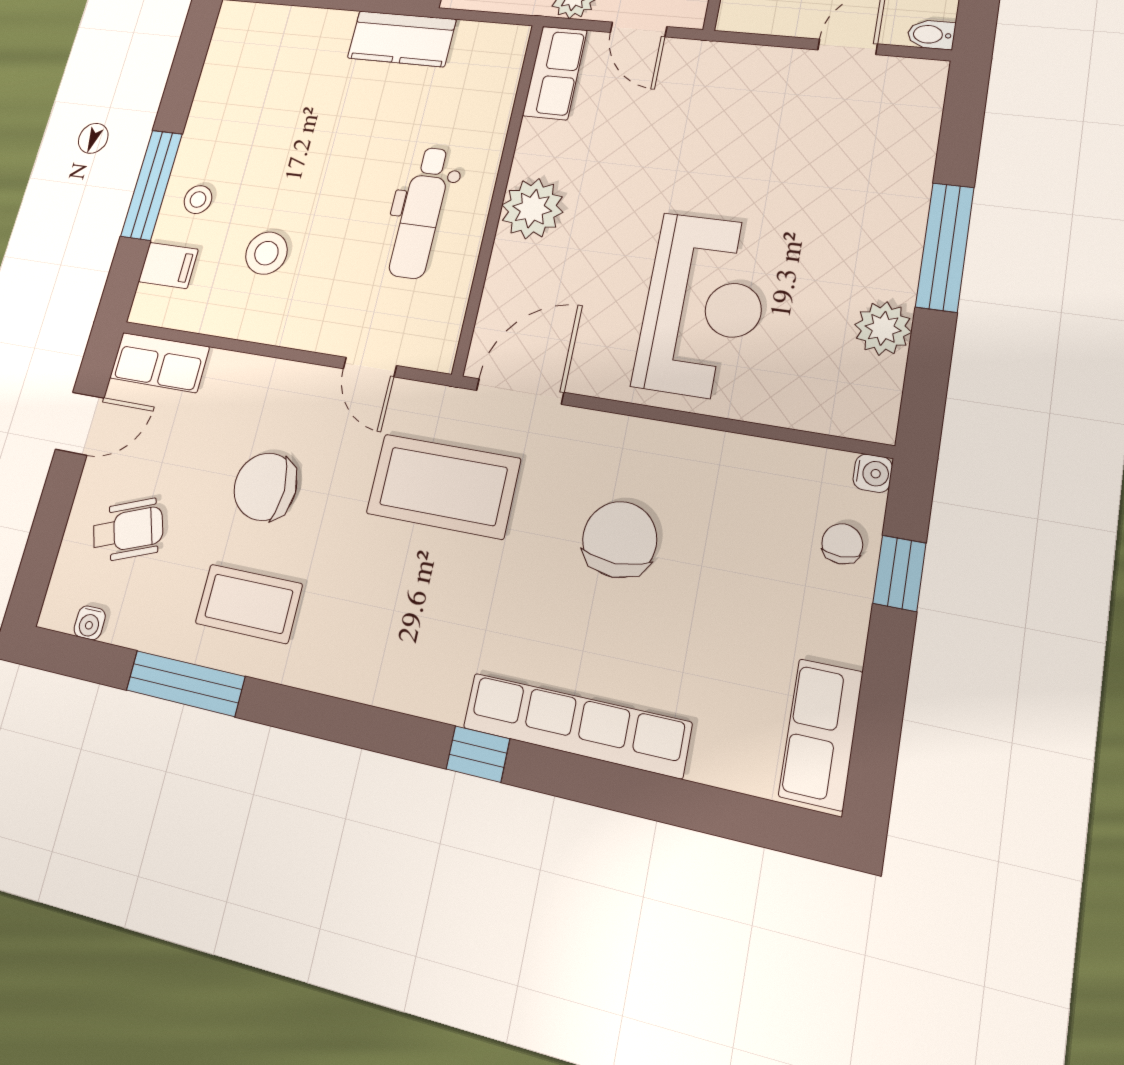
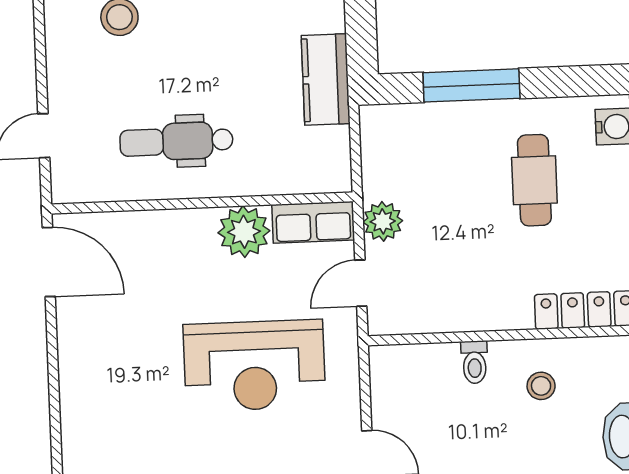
plant: (532, 209) -> (244, 232), moved
reception desk: (704, 306) -> (254, 366), moved

